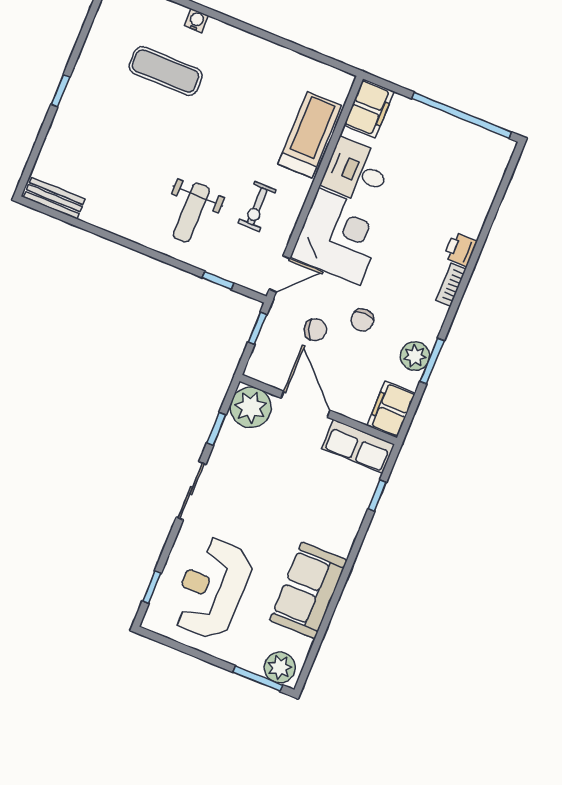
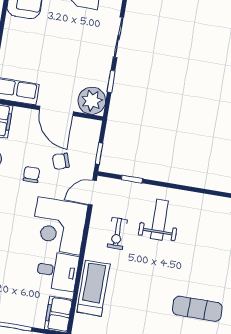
treadmill: (310, 135) -> (93, 288), turned 180
exercise bike: (257, 206) -> (117, 233), turned 180

